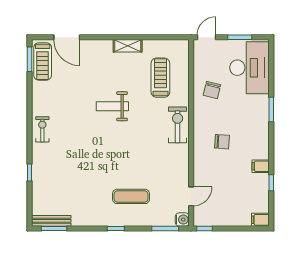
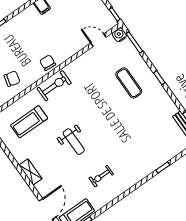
shelving: (128, 46) -> (30, 172), moved
exercise bike: (178, 125) -> (54, 86), turned 180
exercise bike: (42, 129) -> (101, 176), moved
chair: (222, 142) -> (48, 63), moved

